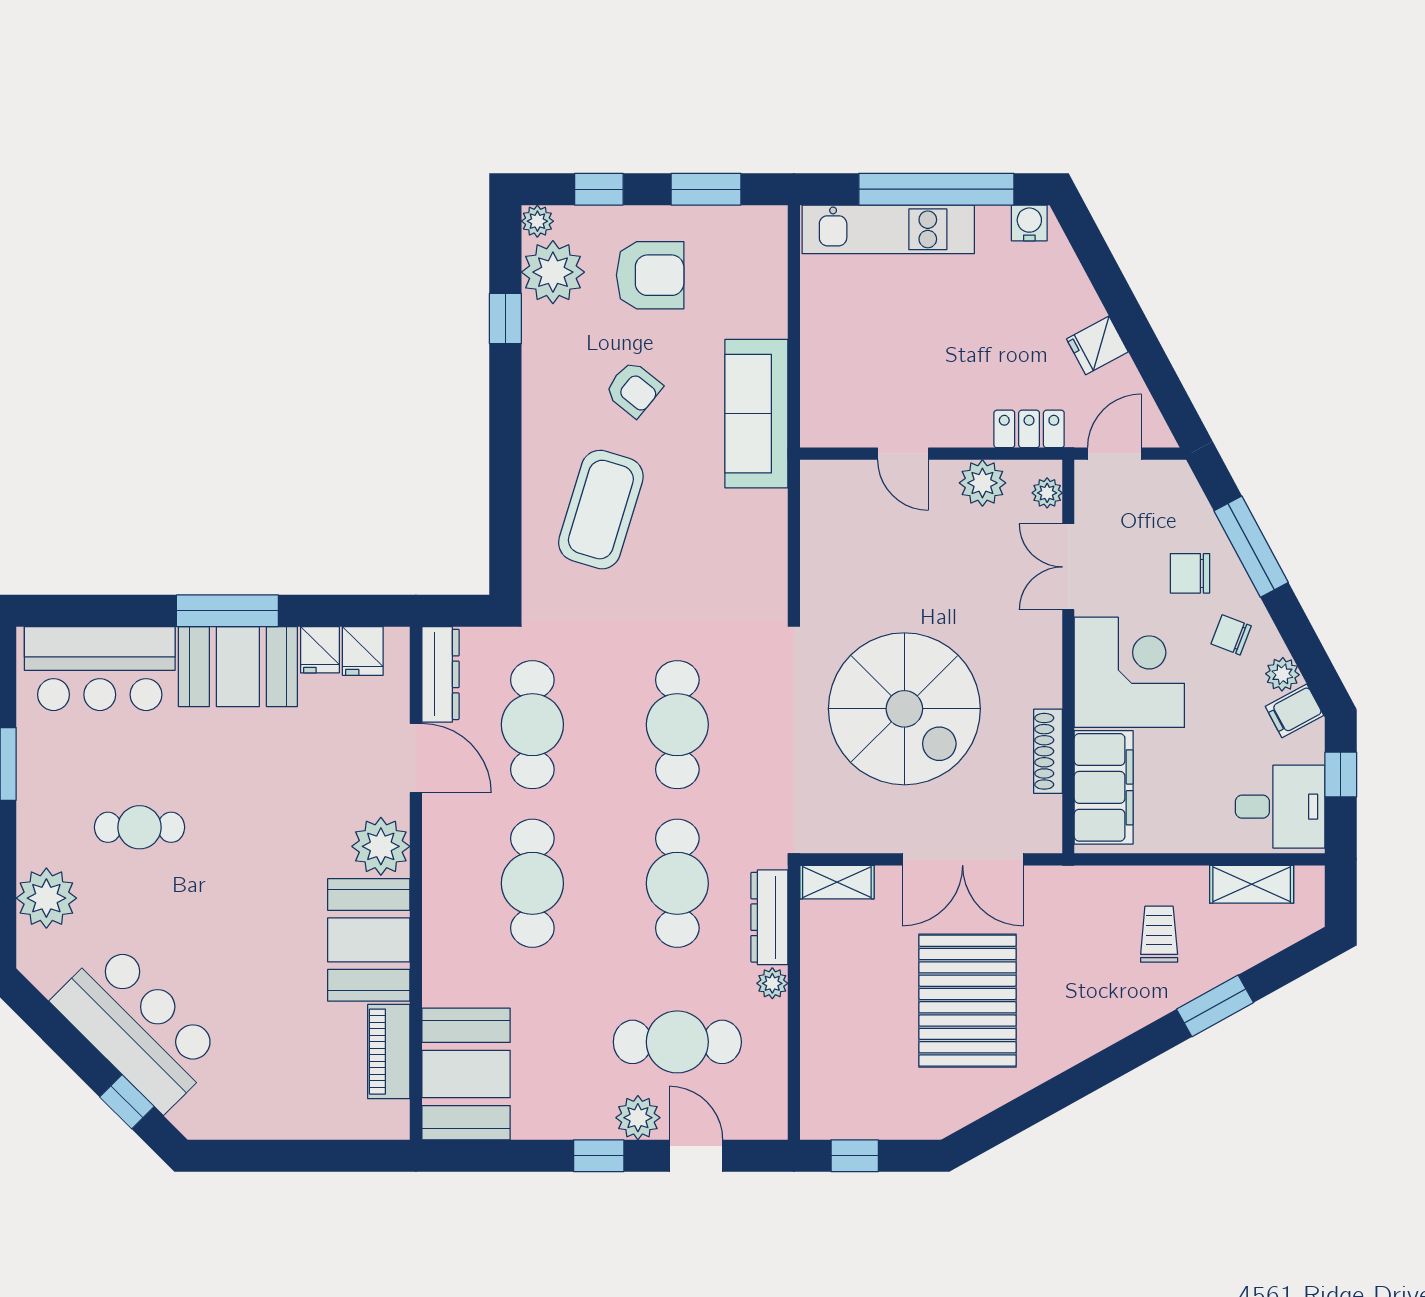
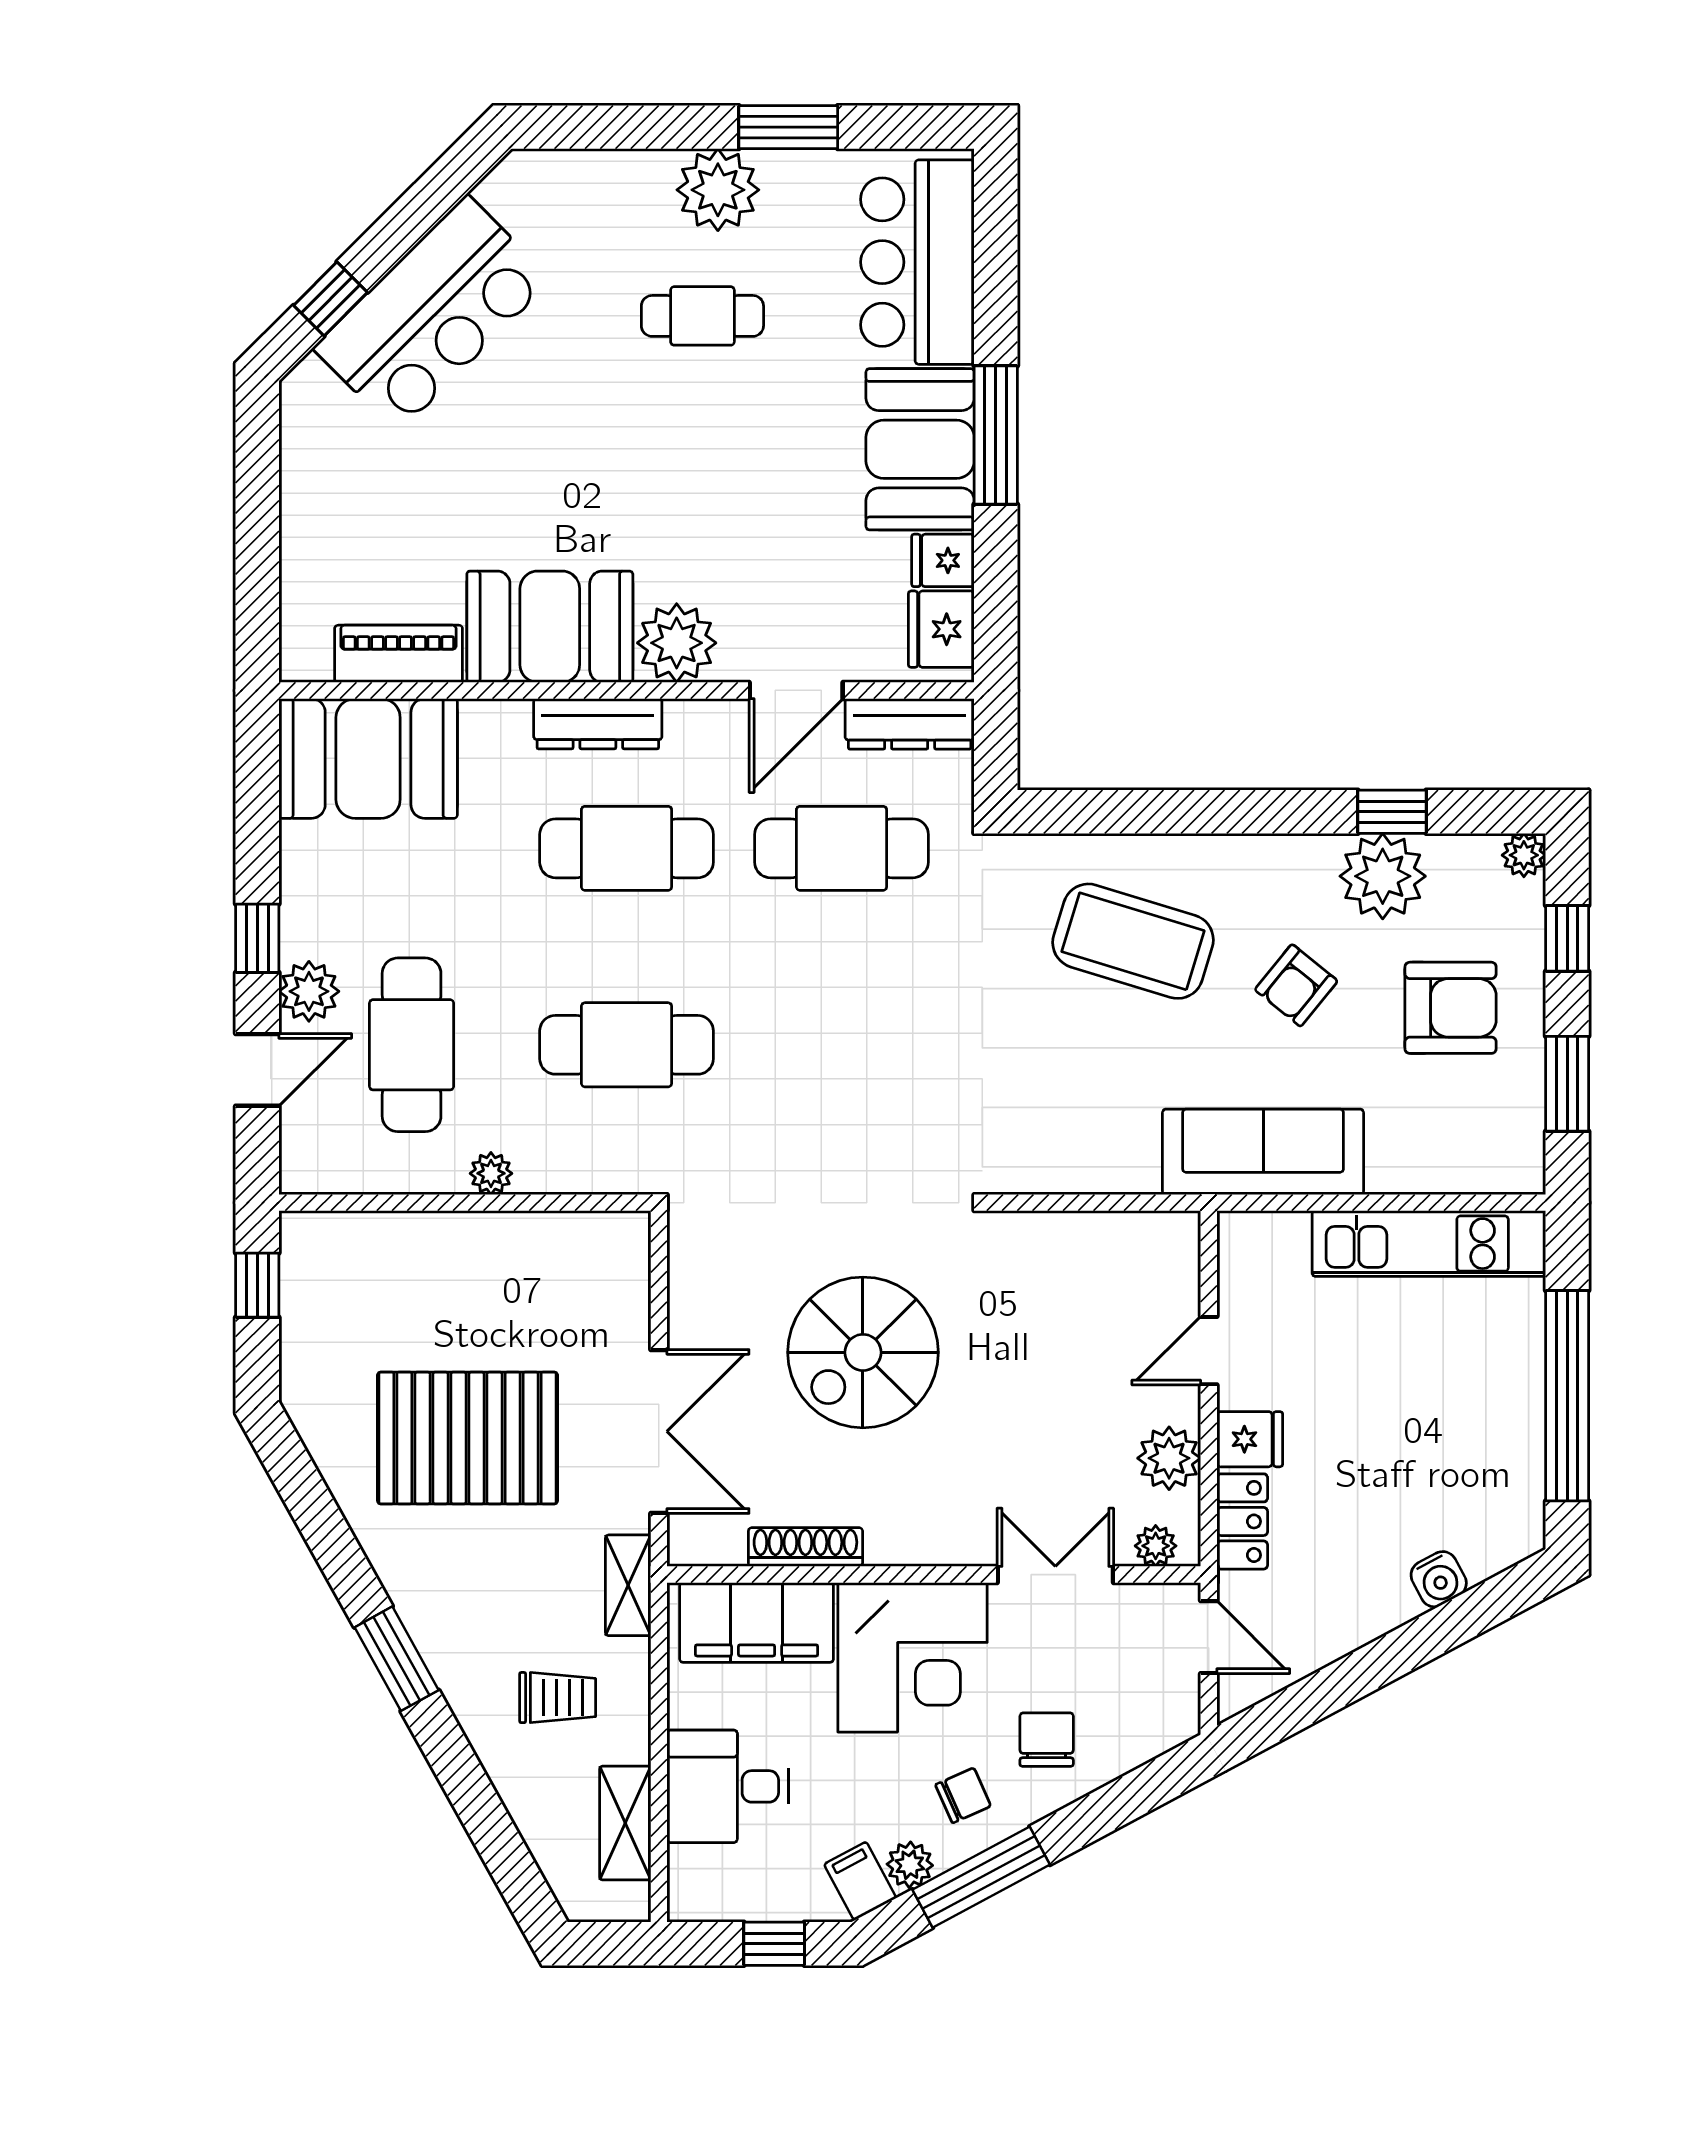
water cooler: (1029, 223) -> (1439, 1579), moved, turned 62
kitchen unit: (888, 229) -> (1429, 1244), moved, turned -90
plant: (553, 272) -> (1383, 876), moved
armchair: (650, 275) -> (1451, 1008), turned -90
fridge: (1097, 345) -> (1250, 1439), moved, turned 118
window: (1251, 547) -> (981, 1877), moved
chair: (1231, 635) -> (963, 1795), turned 45
fridge: (363, 651) -> (941, 629), width x1.38
spiral stairs: (904, 709) -> (863, 1352), width x0.73, depth x0.73
cafe table: (677, 725) -> (842, 1045), removed
desk: (1280, 807) -> (728, 1786), moved, turned 90
cafe table: (140, 827) -> (702, 316), turned 90
double door: (963, 859) -> (659, 1431), swing flipped
shelving: (837, 882) -> (628, 1585), moved
plant: (46, 898) -> (718, 190), moved
dresser: (769, 917) -> (598, 724), moved, turned 180
window: (1215, 1006) -> (397, 1659), moved

